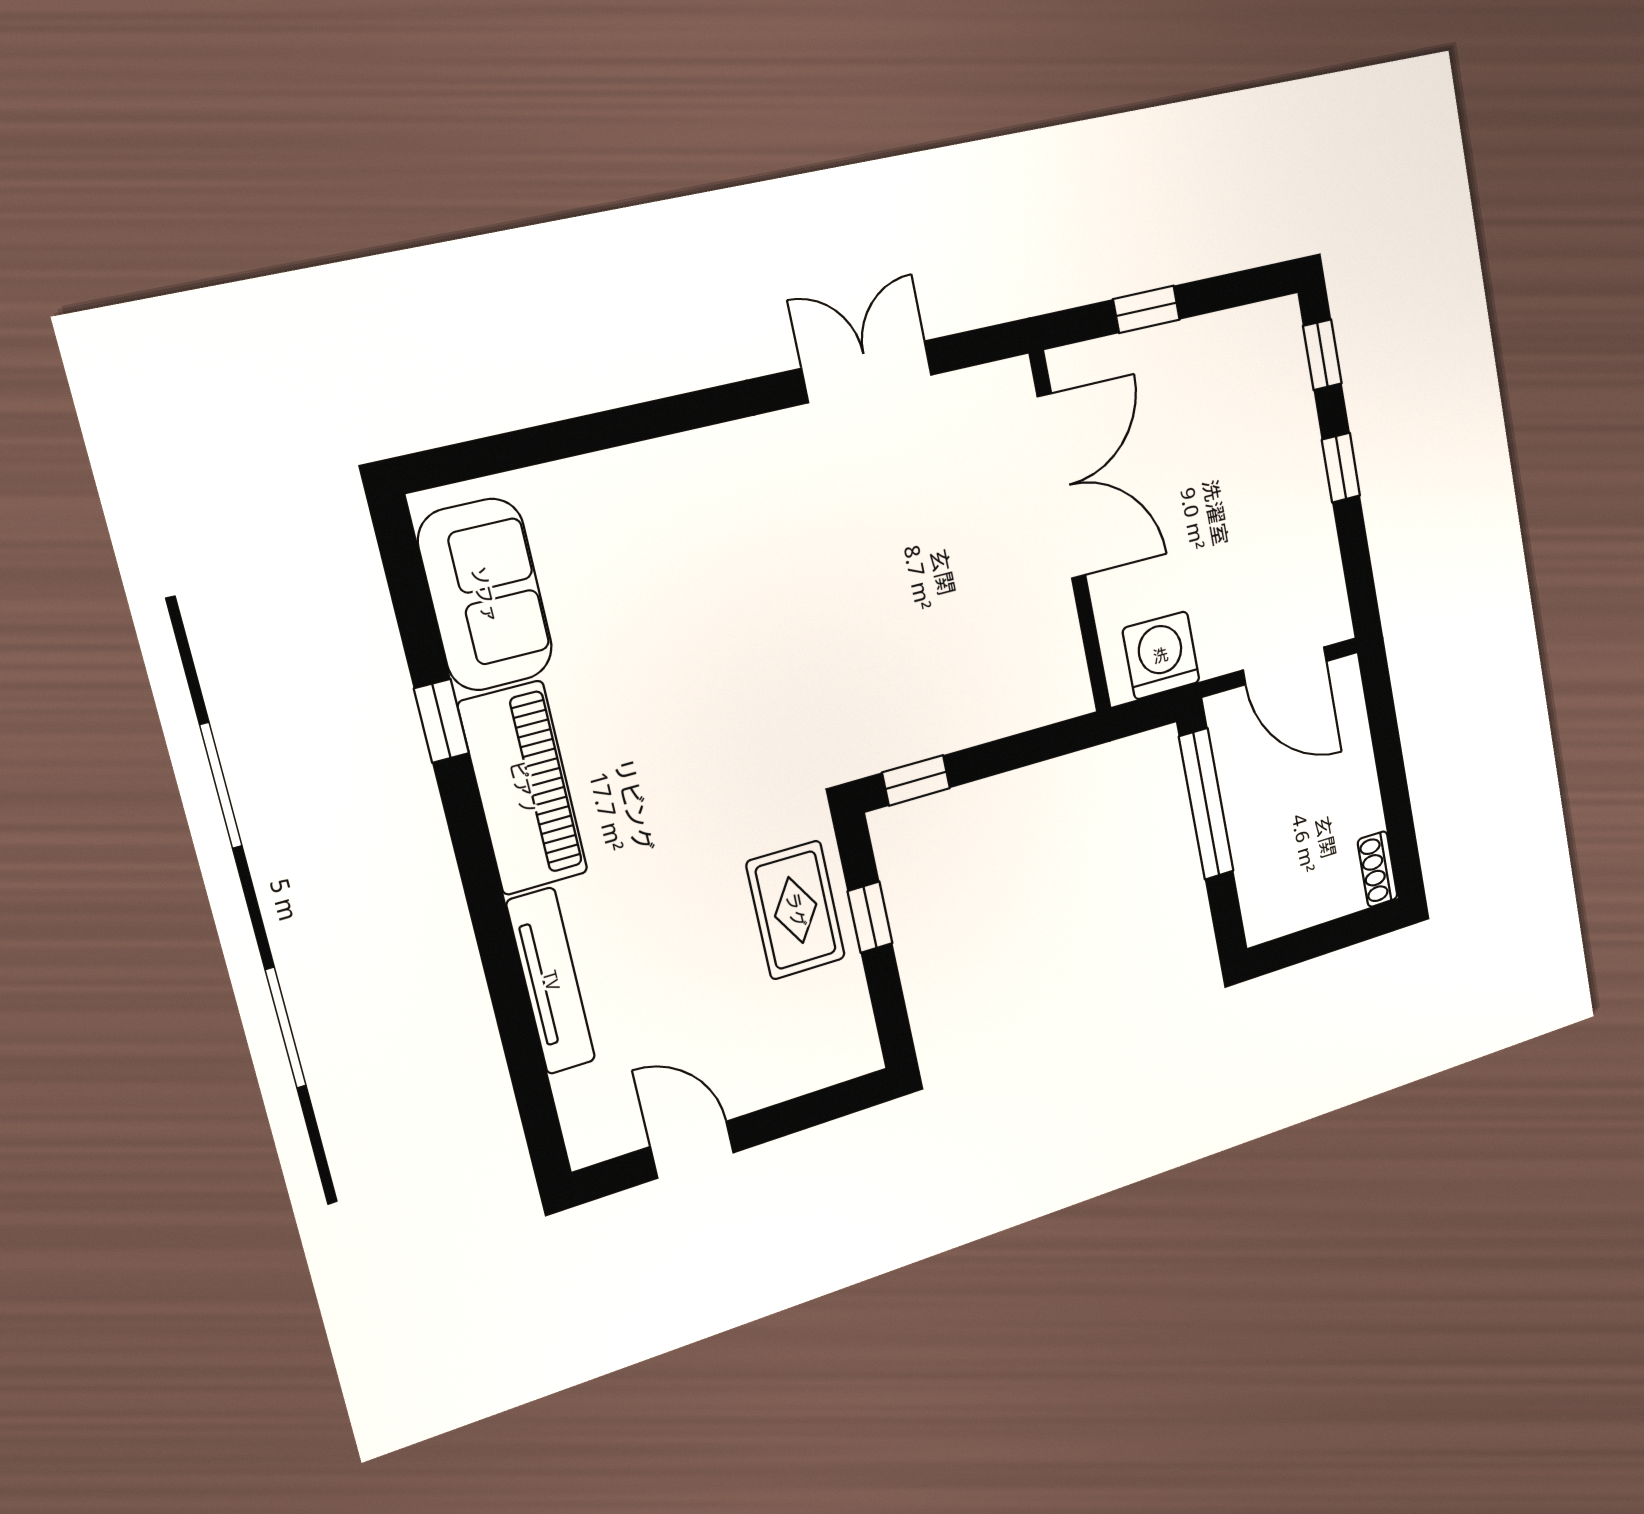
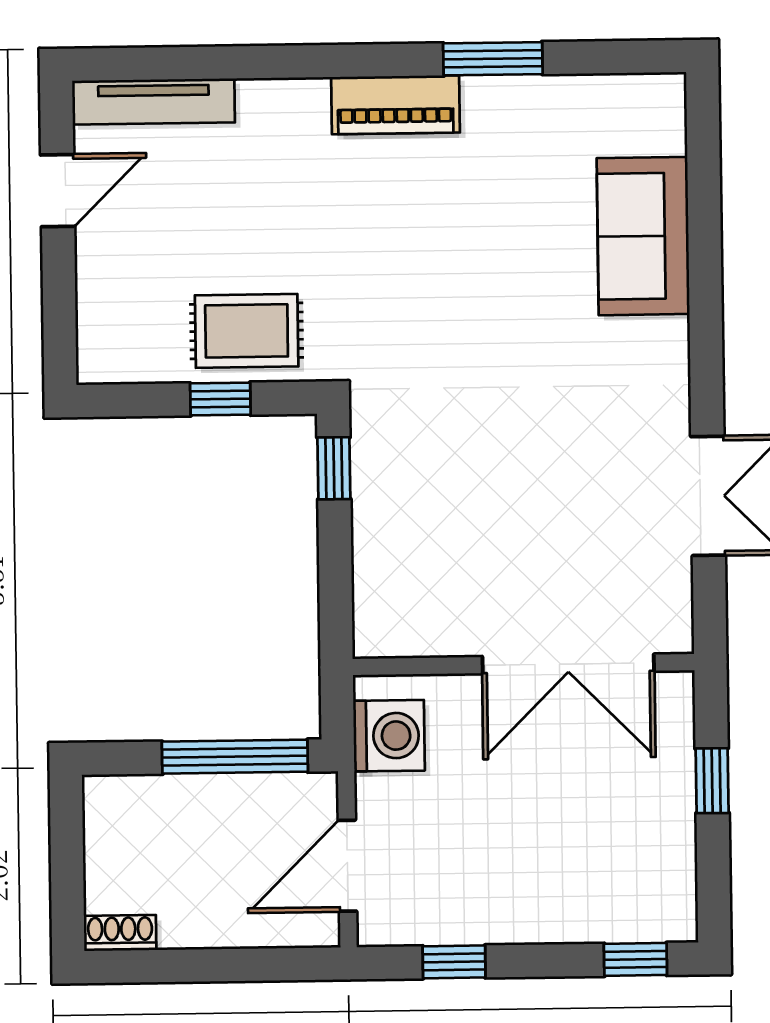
window: (1341, 468) -> (454, 962), moved
sofa: (485, 595) -> (643, 236), moved, turned 90
window: (441, 721) -> (493, 59), width x1.50
piano: (523, 788) -> (396, 105), width x0.73, depth x0.75
tv unit: (551, 981) -> (154, 102), moved

